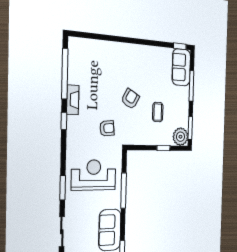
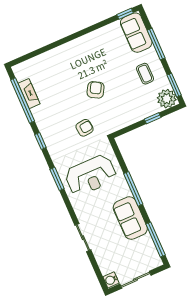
fireplace: (73, 100) -> (29, 94), moved
coffee table: (158, 112) -> (145, 74), moved
reception desk: (94, 175) -> (91, 175), turned 180
window: (63, 188) -> (57, 179), moved
window: (124, 191) -> (133, 189), moved

